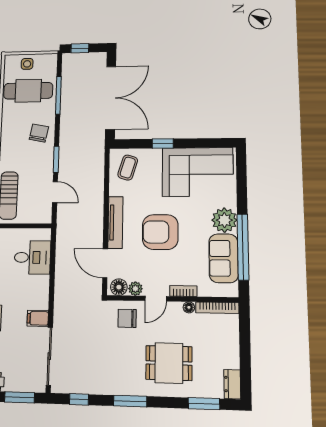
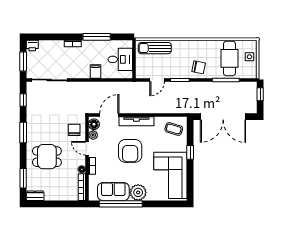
armchair: (160, 232) -> (130, 151), turned 180
desk: (32, 257) -> (120, 59), moved, turned -90
filing cabinet: (38, 318) -> (96, 71), moved
dining table: (169, 363) -> (47, 157), turned 90

